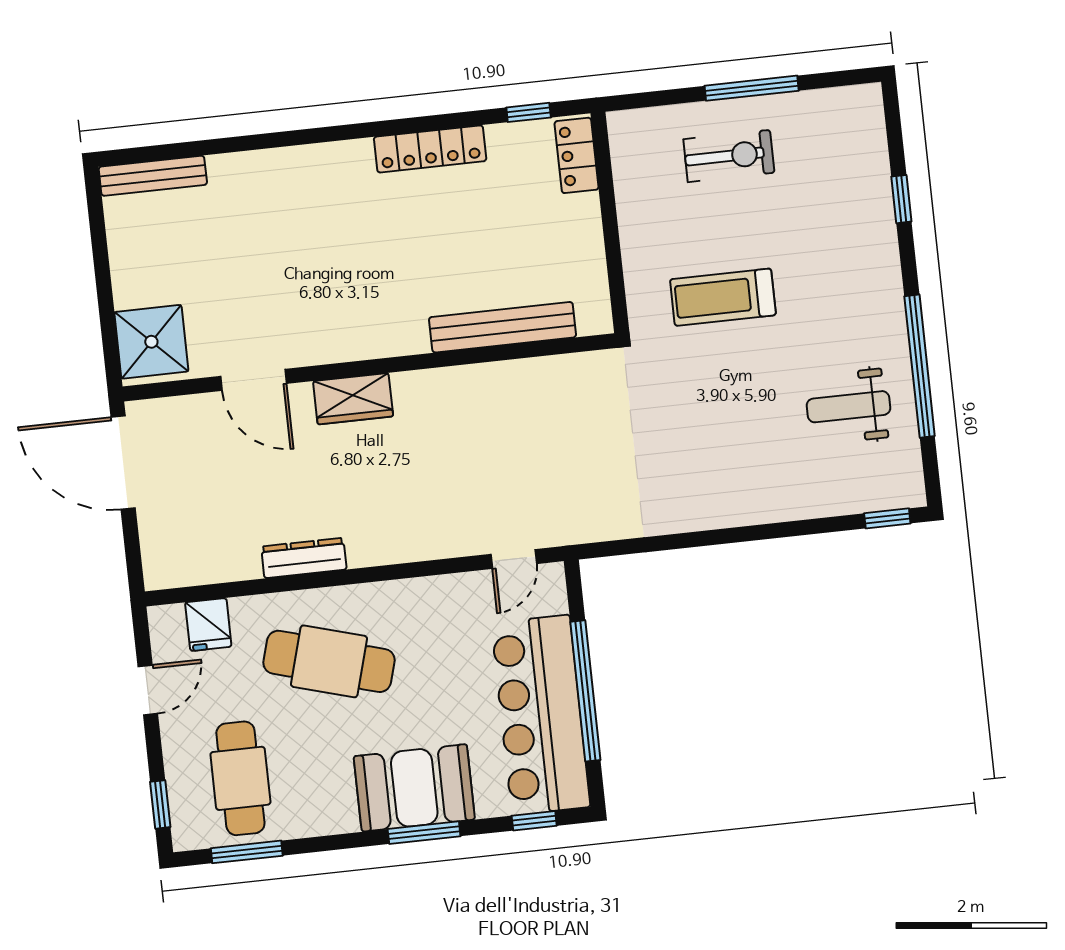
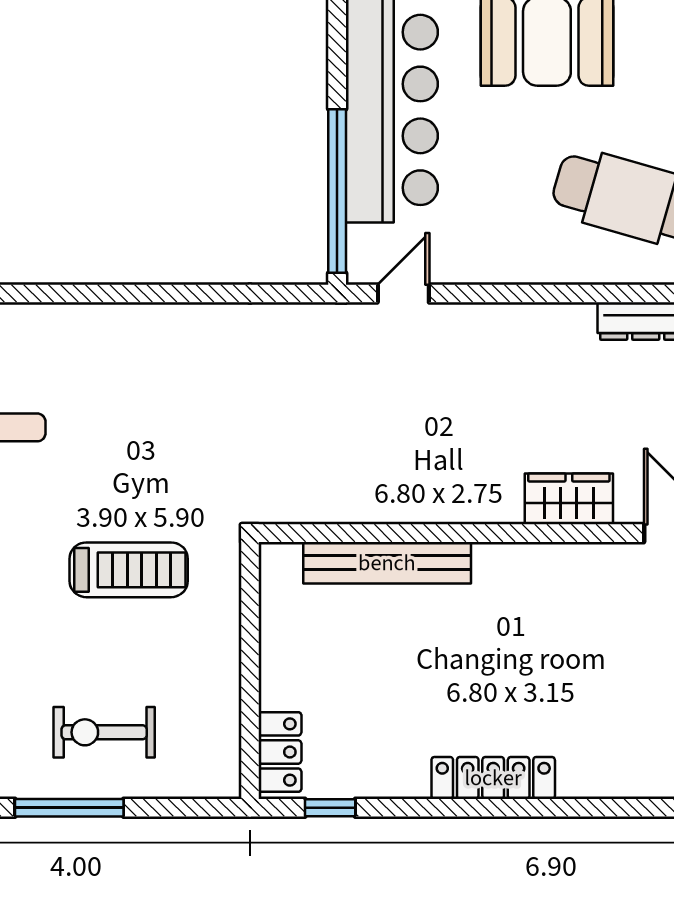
locker: (430, 149) -> (493, 778), moved
window: (585, 691) -> (337, 191), moved

